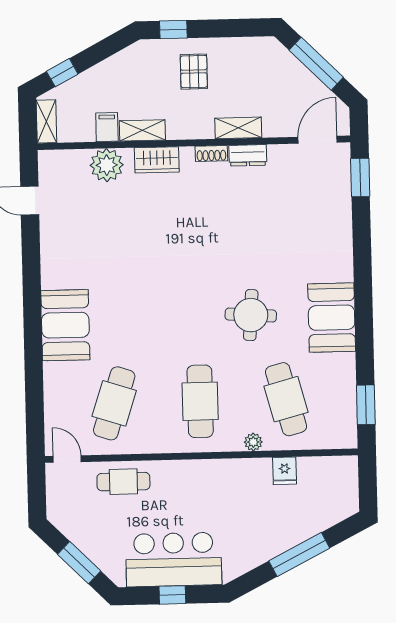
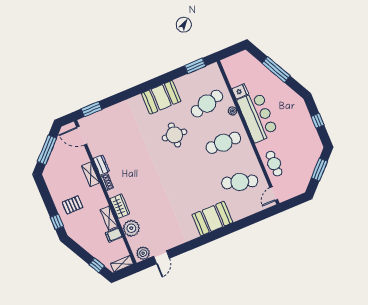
plant: (51, 169) -> (143, 253), added
bar counter: (174, 559) -> (258, 117), moved, turned 180

